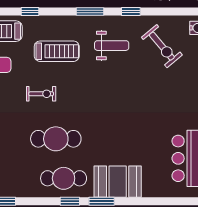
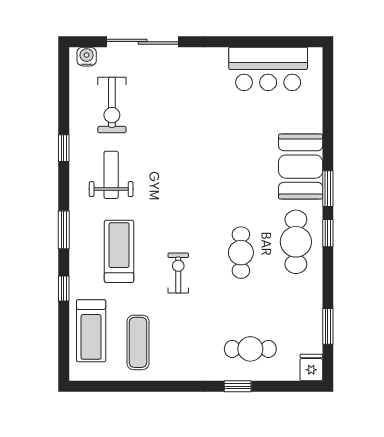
window: (90, 12) -> (64, 230), moved
exercise bike: (162, 46) -> (112, 105), turned 130
cafe table: (56, 139) -> (241, 253), width x0.73, depth x0.74

